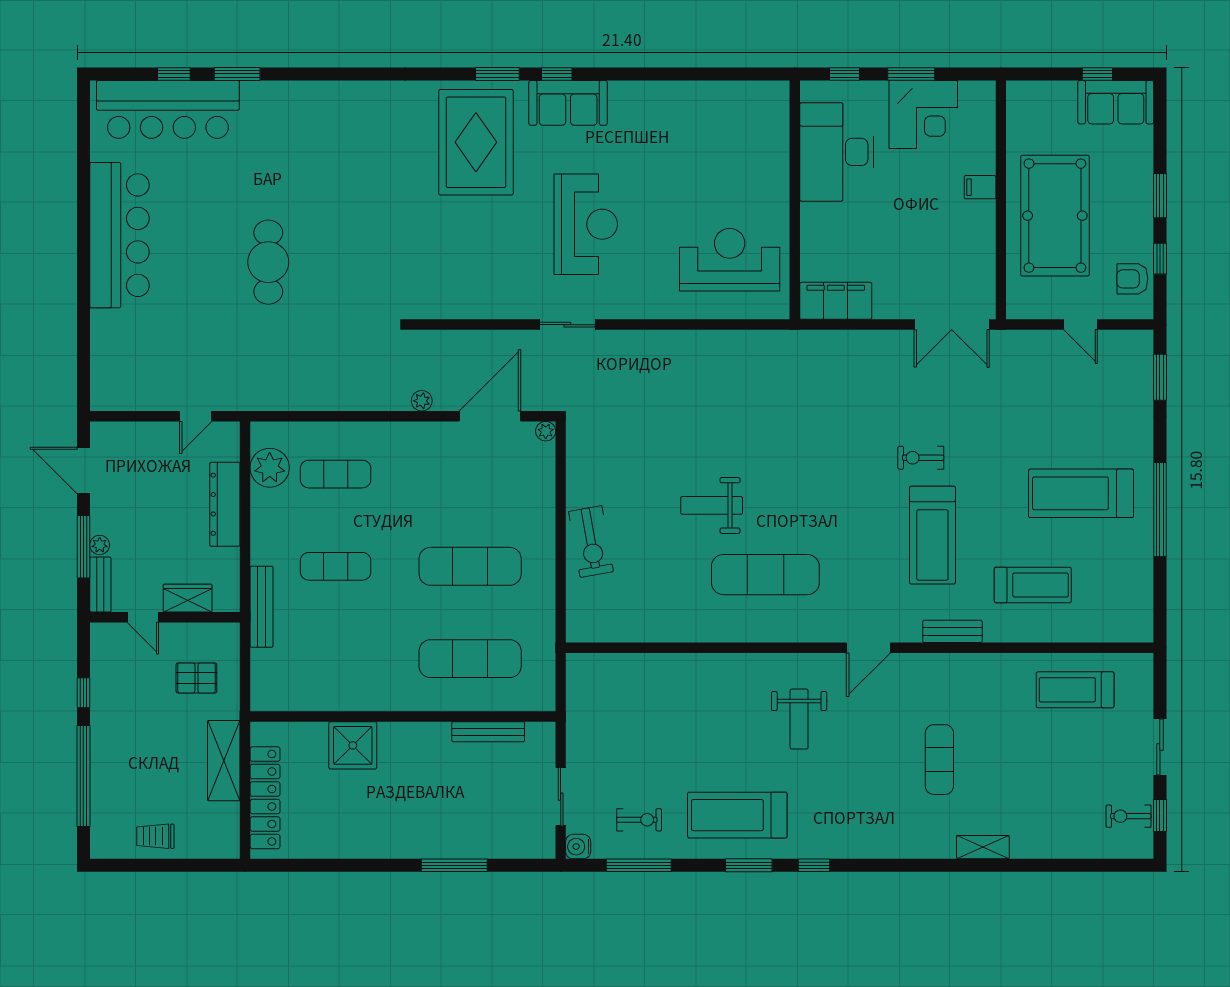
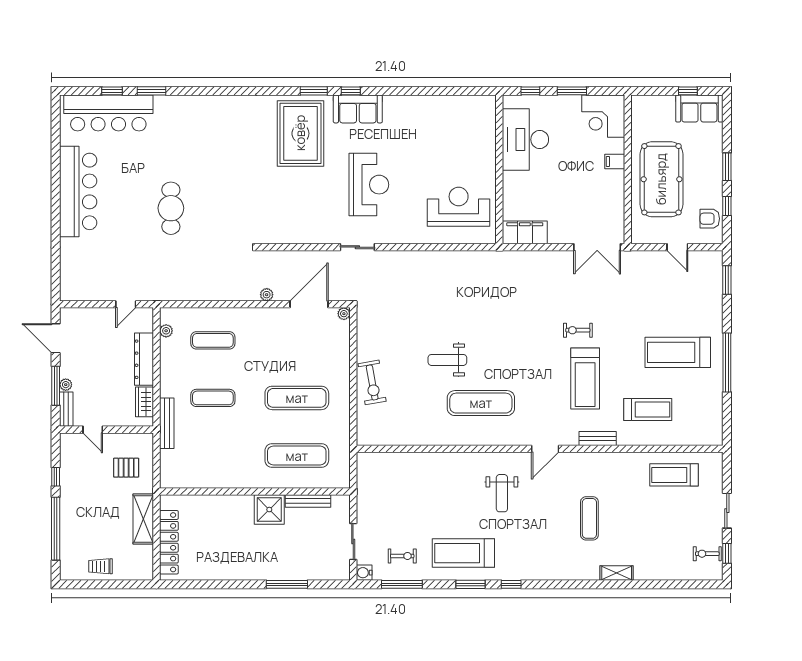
corner desk: (923, 114) -> (603, 116), moved, turned 90
plant: (270, 468) -> (166, 331), width x0.53, depth x0.53
wardrobe: (188, 598) -> (144, 402), moved, turned -90
shower: (353, 745) -> (269, 510), moved

